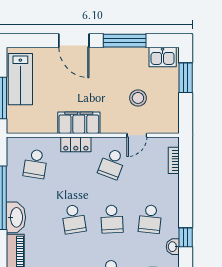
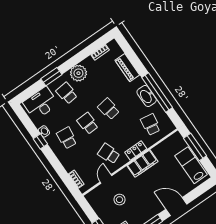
school desk: (112, 164) -> (109, 154), turned -42
washbasin: (16, 217) -> (147, 96), moved

